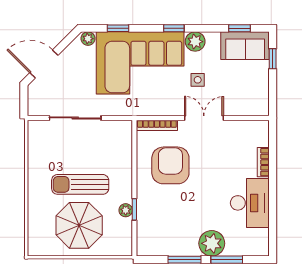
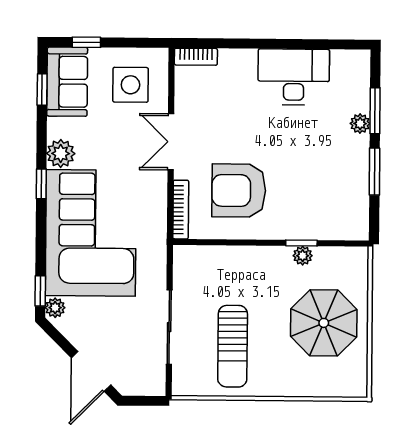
window: (118, 28) -> (40, 291), moved
side table: (198, 80) -> (131, 85), moved, width x1.87, depth x1.87
bookcase: (263, 162) -> (196, 57), moved
sun lounger: (80, 184) -> (233, 346), moved
plant: (212, 243) -> (360, 124), width x0.53, depth x0.53

